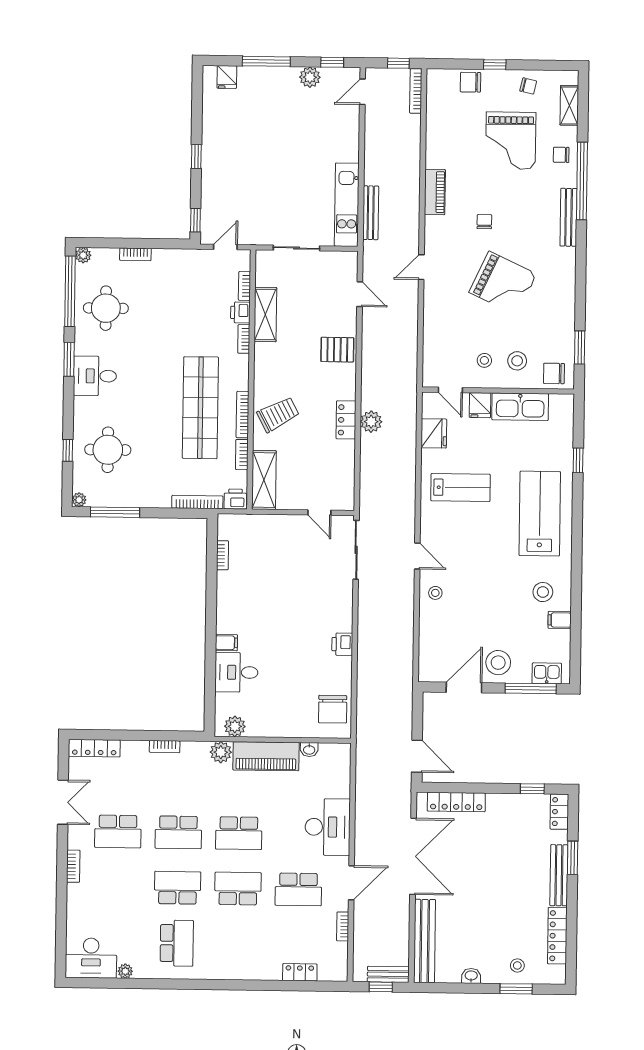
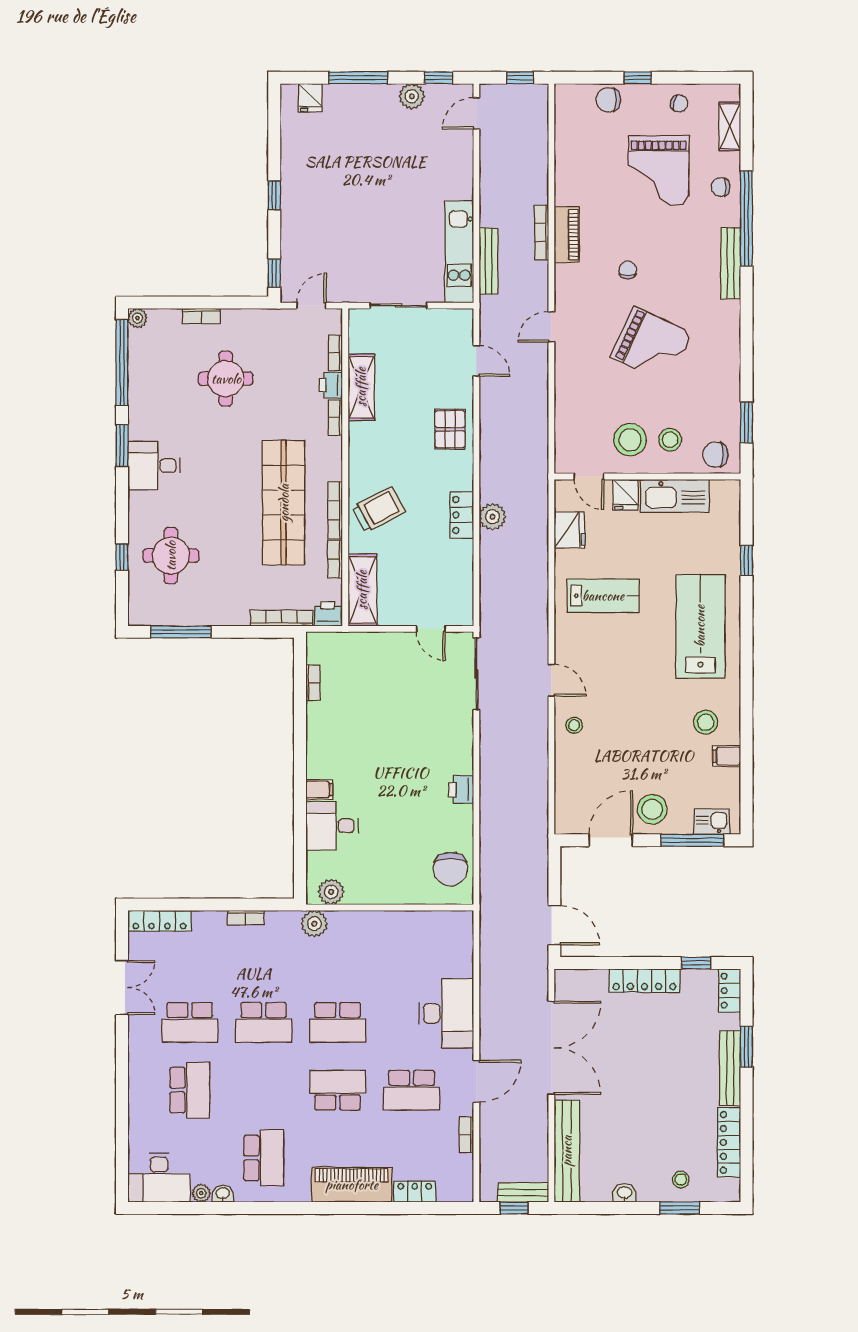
bookcase: (416, 91) -> (542, 233), moved
round table: (106, 308) -> (226, 379), moved
pallet: (337, 350) -> (450, 429), turned 90
stool: (484, 360) -> (630, 440), width x1.89, depth x1.89
plant: (79, 500) -> (137, 617), removed
washbasin: (309, 750) -> (223, 1194), moved, turned 180
piano: (266, 756) -> (352, 1185), moved, turned 180
locker: (456, 802) -> (644, 981), moved
bookcase: (73, 866) -> (136, 1066), removed
school desk: (178, 888) -> (190, 1090), moved, turned 90

